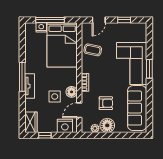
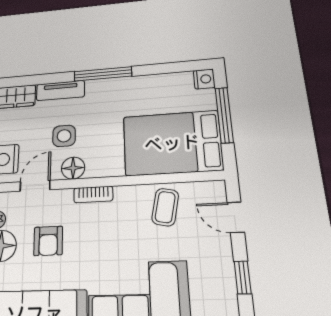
nightstand: (41, 27) -> (204, 79), moved
tv unit: (30, 86) -> (60, 91), moved
door: (79, 110) -> (35, 186), hinge flipped

